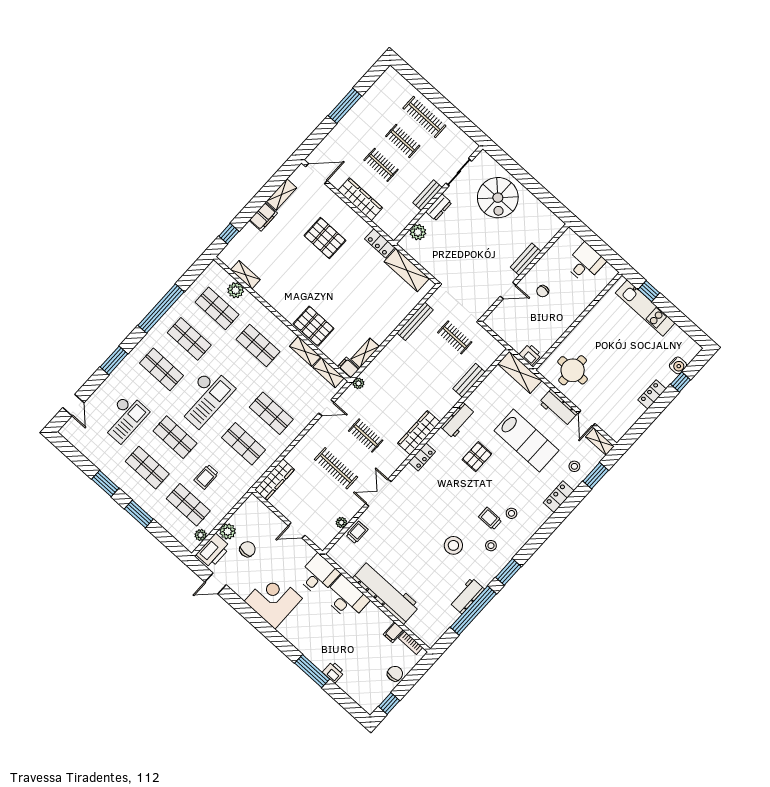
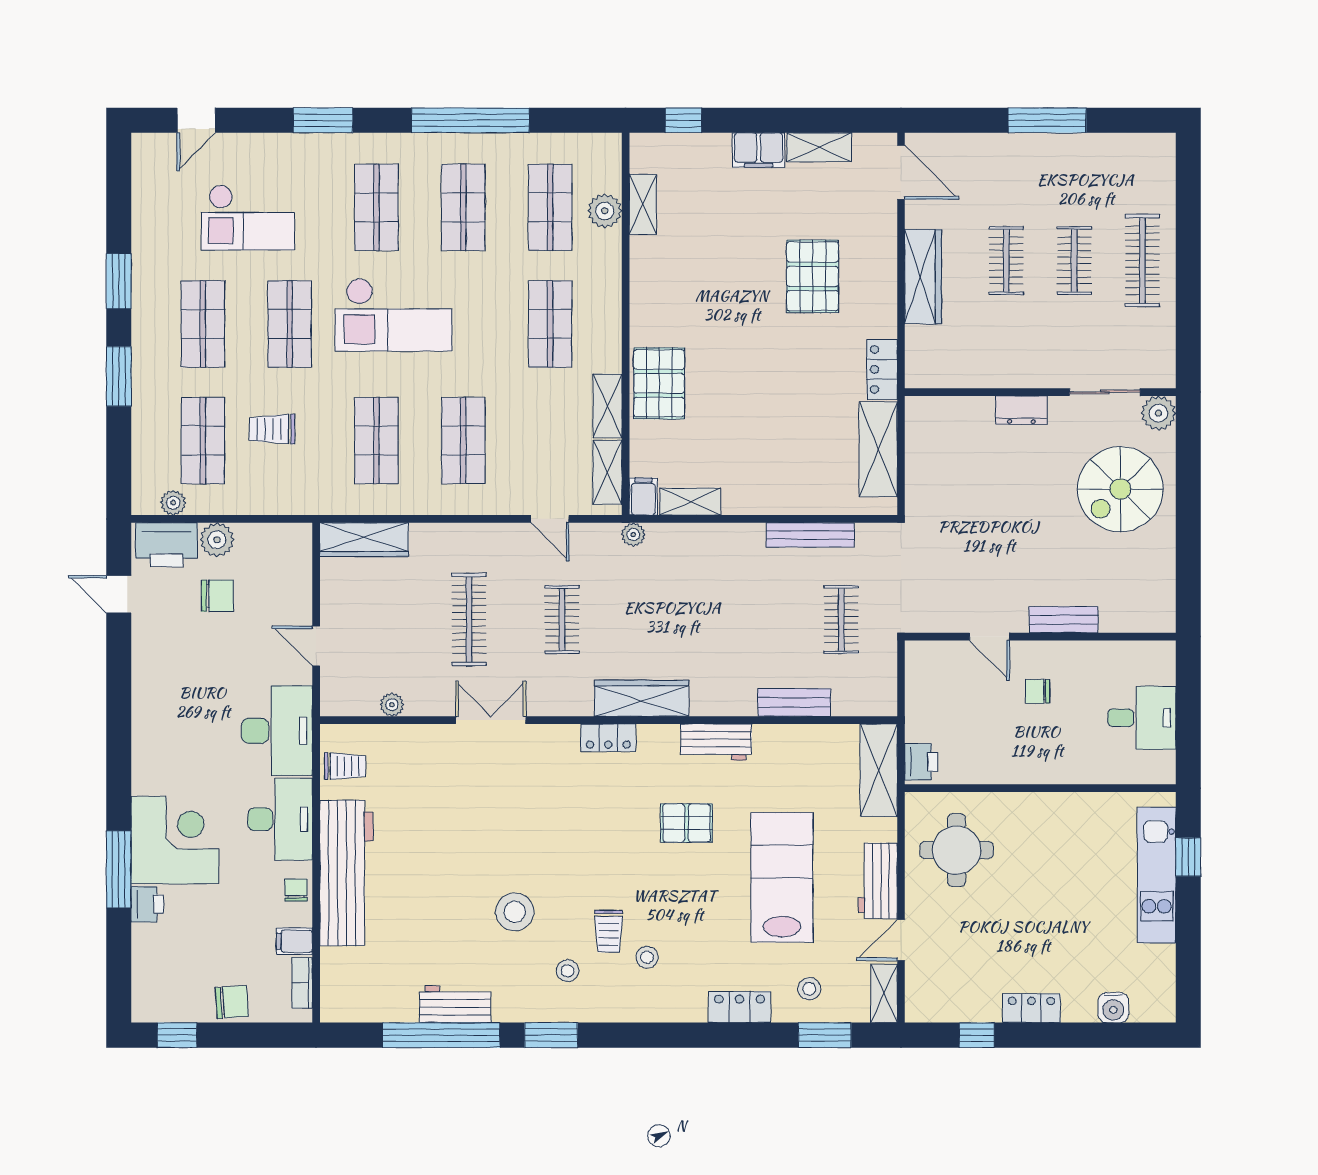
bench: (428, 195) -> (1025, 376), removed
plant: (418, 232) -> (1158, 413), moved
window: (681, 382) -> (977, 1035), moved
lab bench: (526, 440) -> (782, 877), turned 180
trolley: (490, 519) -> (609, 931), turned 180
trolley: (357, 532) -> (345, 766), moved
desk: (318, 575) -> (277, 731), width x1.37
corner desk: (273, 600) -> (175, 840), moved
chair: (376, 615) -> (296, 890), added

